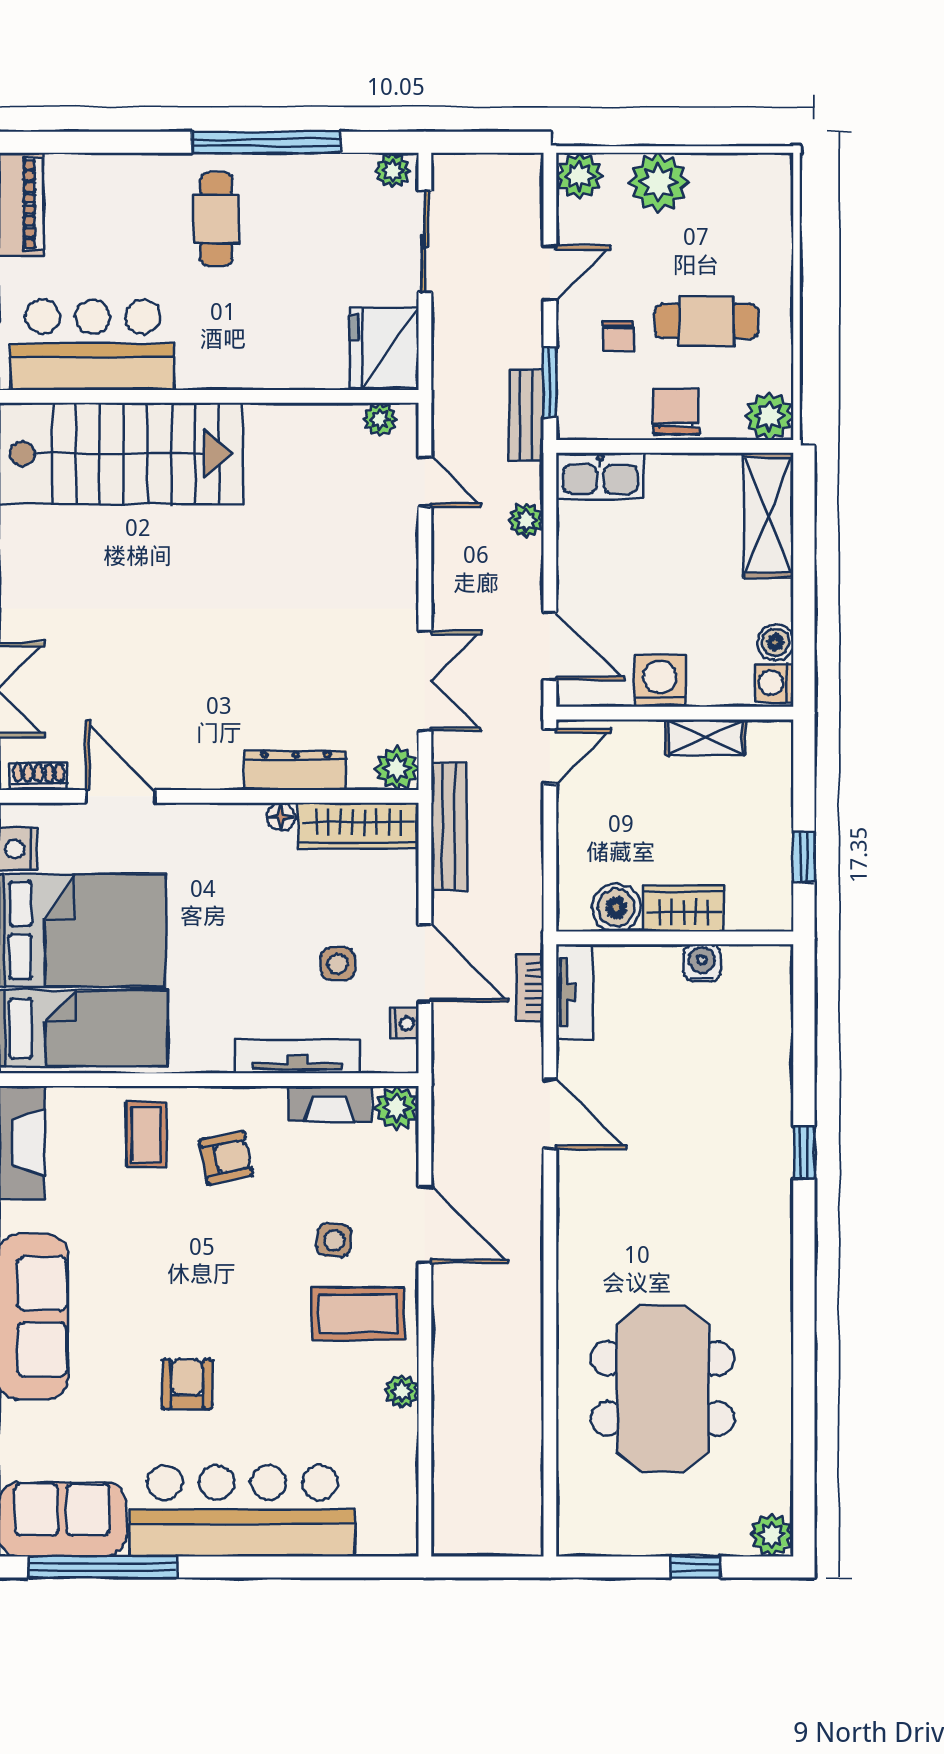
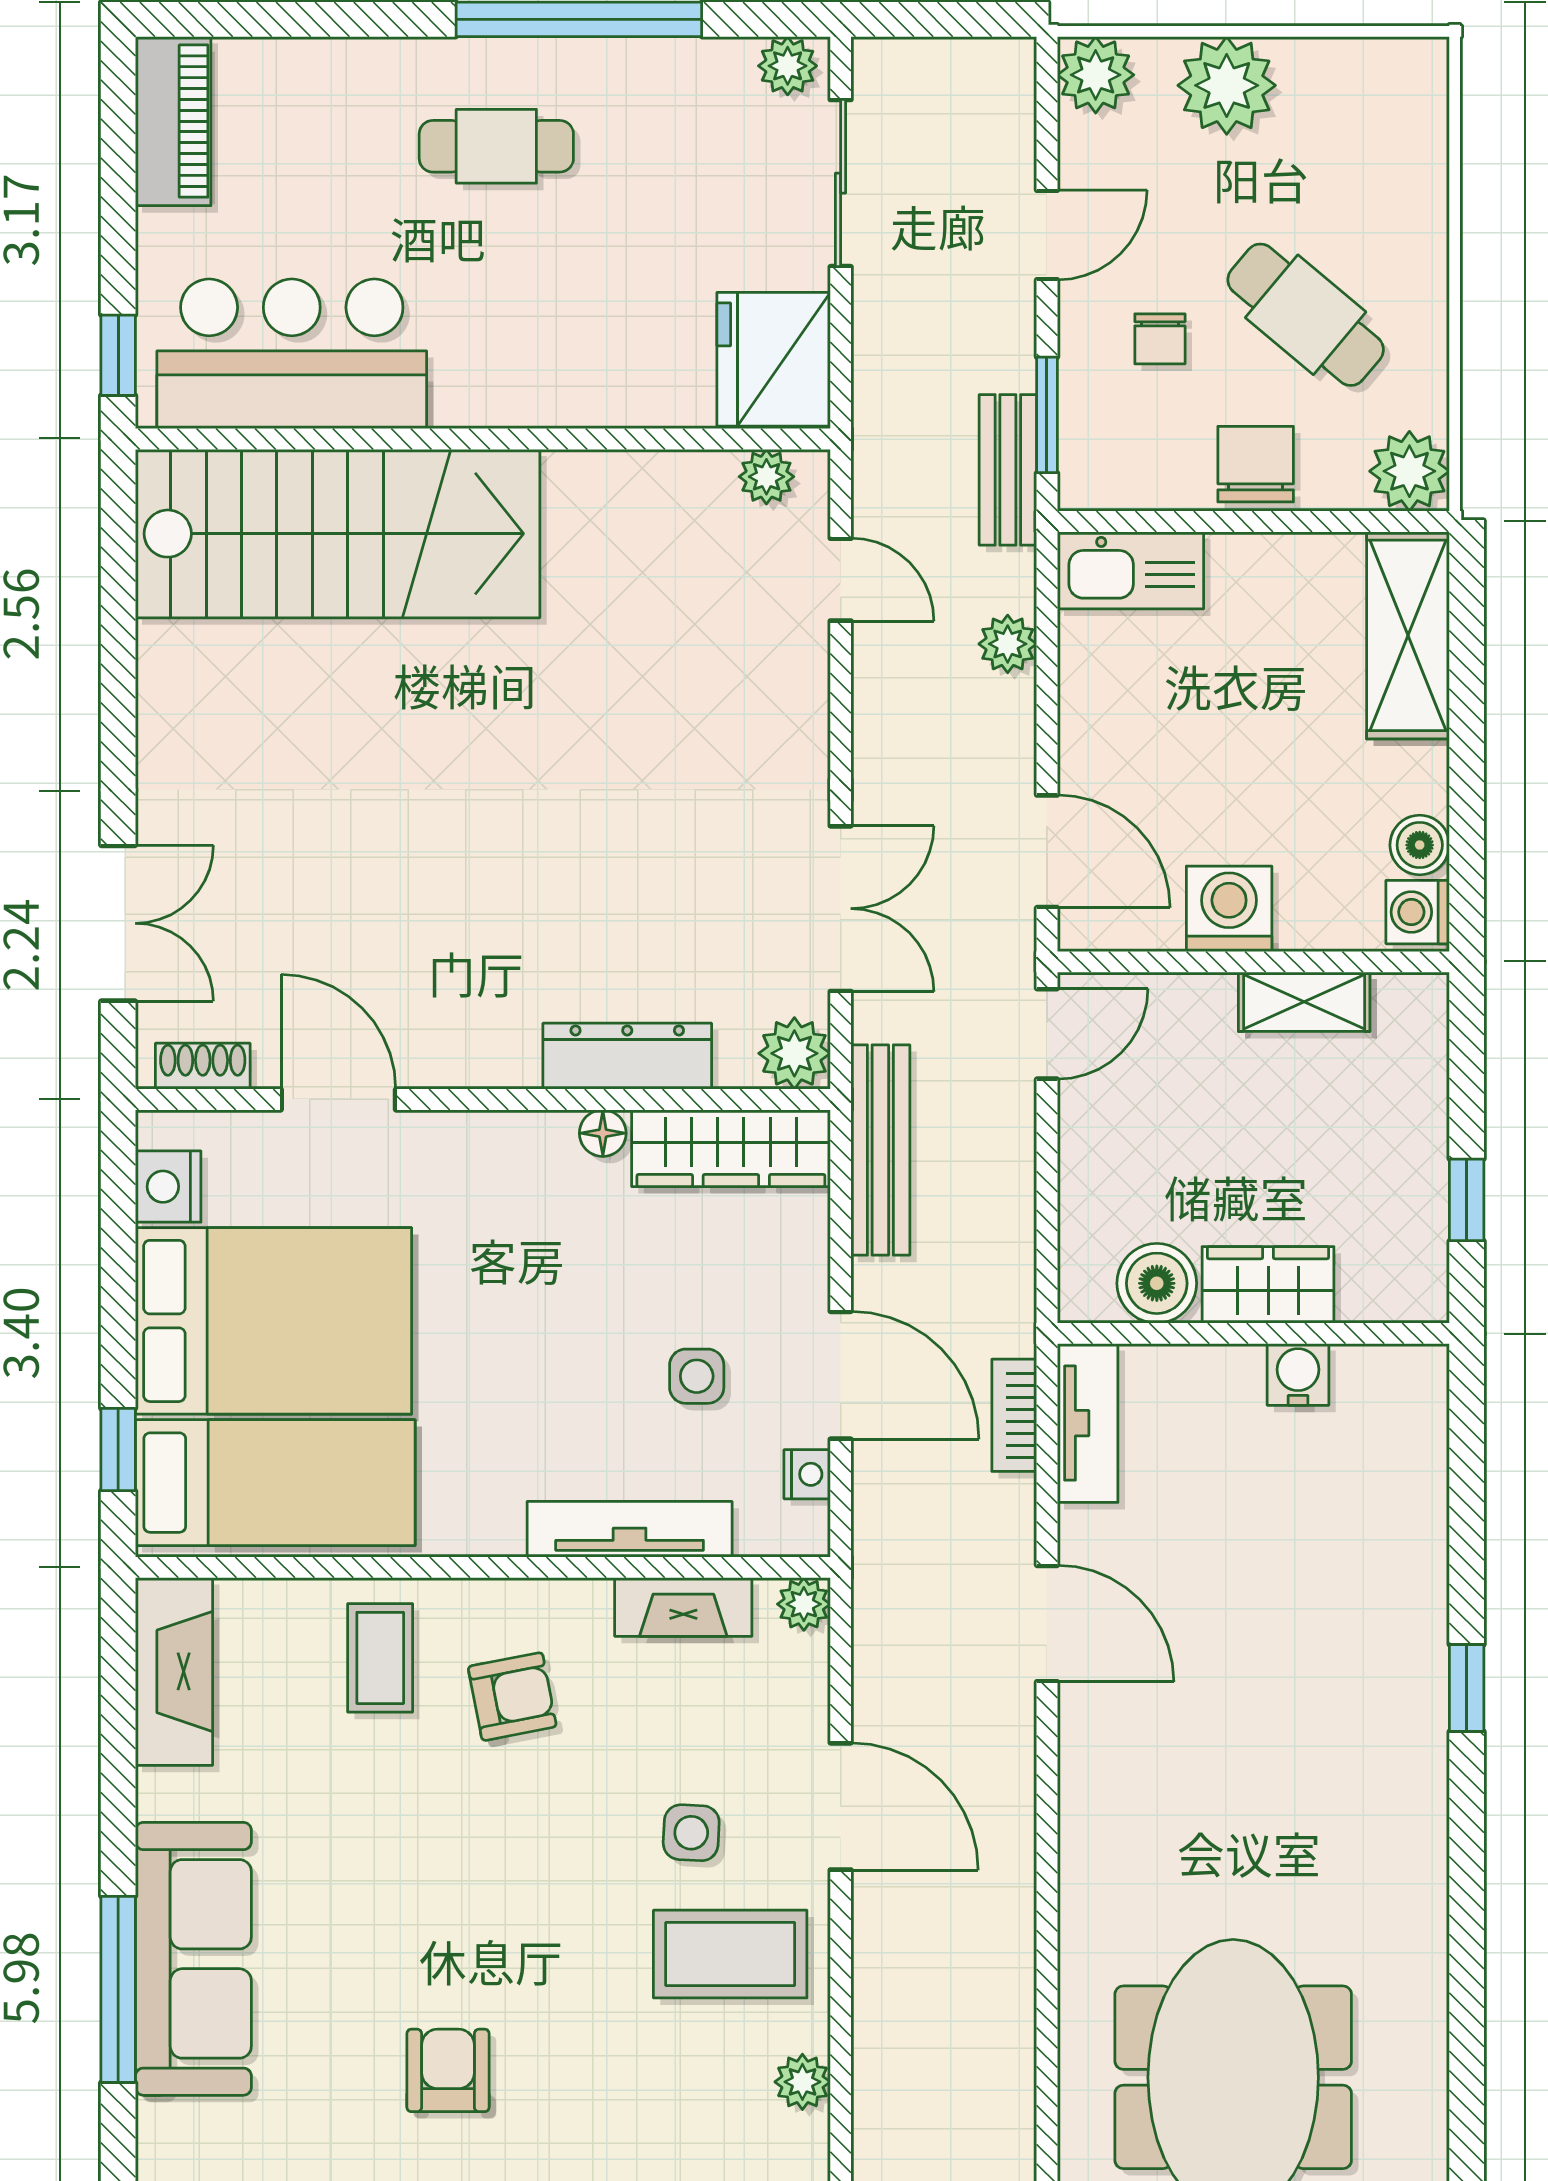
cafe table: (216, 219) -> (496, 146), turned 90
cafe table: (706, 321) -> (1306, 315), turned 40
plant: (397, 1108) -> (804, 1604), width x0.73, depth x0.73

